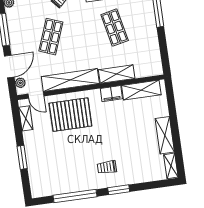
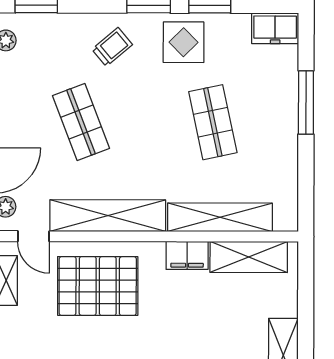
shop shelf: (51, 37) -> (81, 122), turned -42
shelving: (117, 74) -> (220, 217), width x1.47

